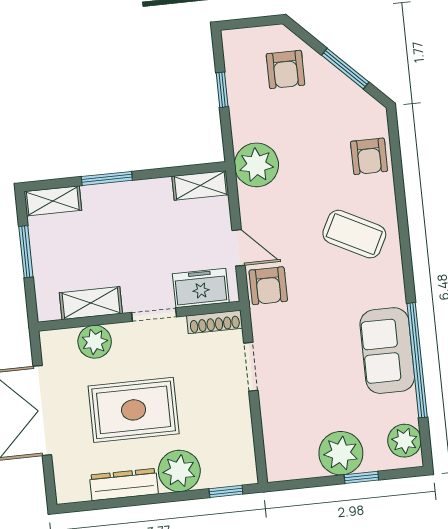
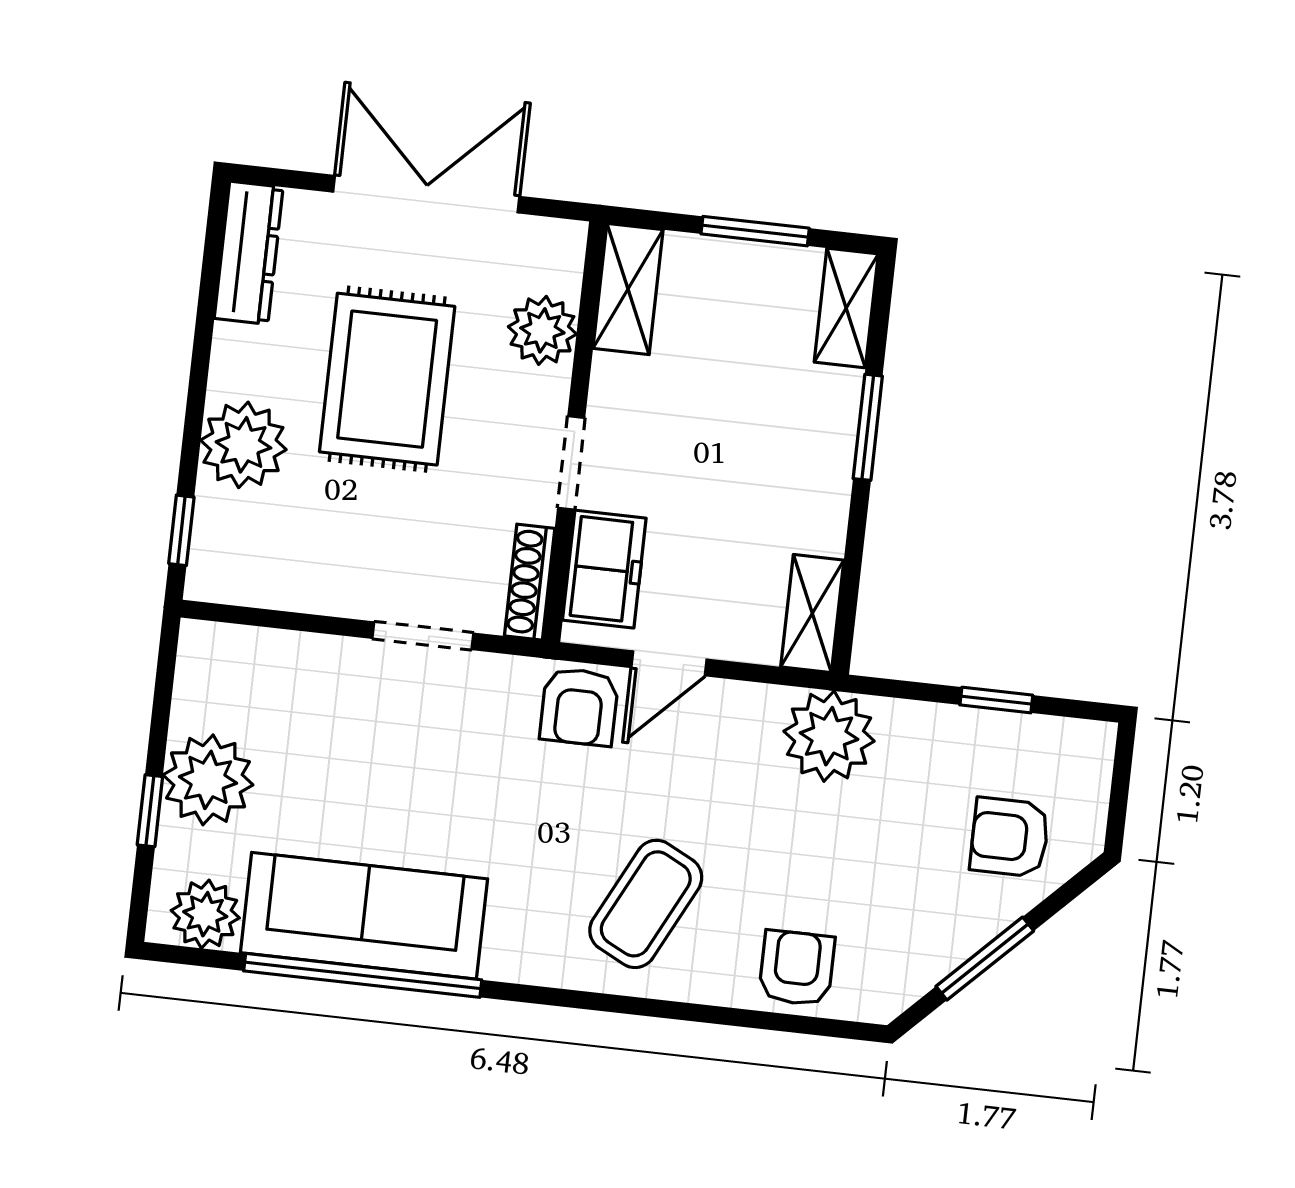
armchair: (369, 156) -> (797, 968), turned 90
armchair: (268, 286) -> (579, 707), turned -90
shelving: (91, 303) -> (628, 289), moved
sofa: (387, 351) -> (364, 916), width x1.36
dresser: (124, 484) -> (249, 253), moved

